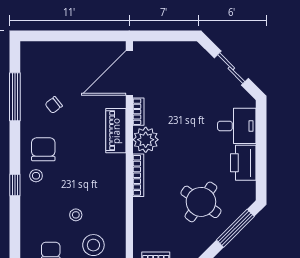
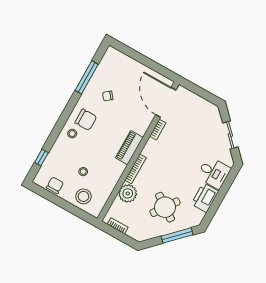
door: (129, 73) -> (166, 102), hinge flipped
piano: (116, 131) -> (129, 148), moved
plant: (146, 140) -> (128, 193), moved
chair: (43, 149) -> (86, 120), turned 90
window: (15, 185) -> (41, 158), moved

